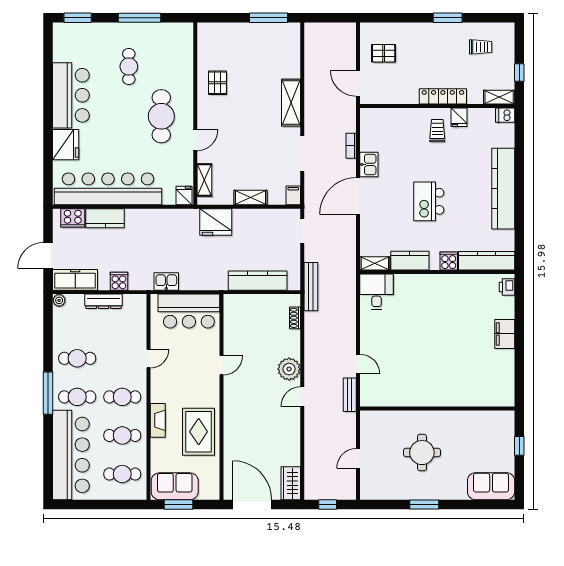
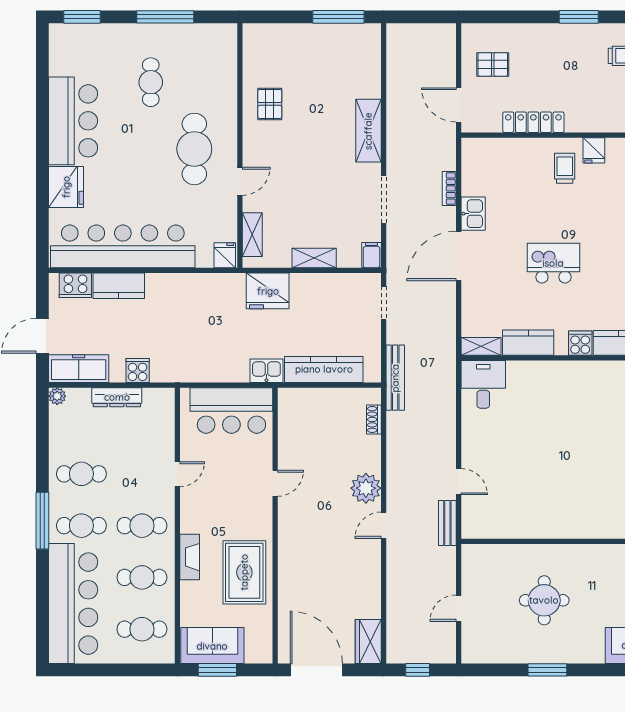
locker: (443, 96) -> (533, 122), moved
kitchen island: (429, 201) -> (553, 263), turned 90
kitchen sink: (166, 281) -> (266, 371), moved

